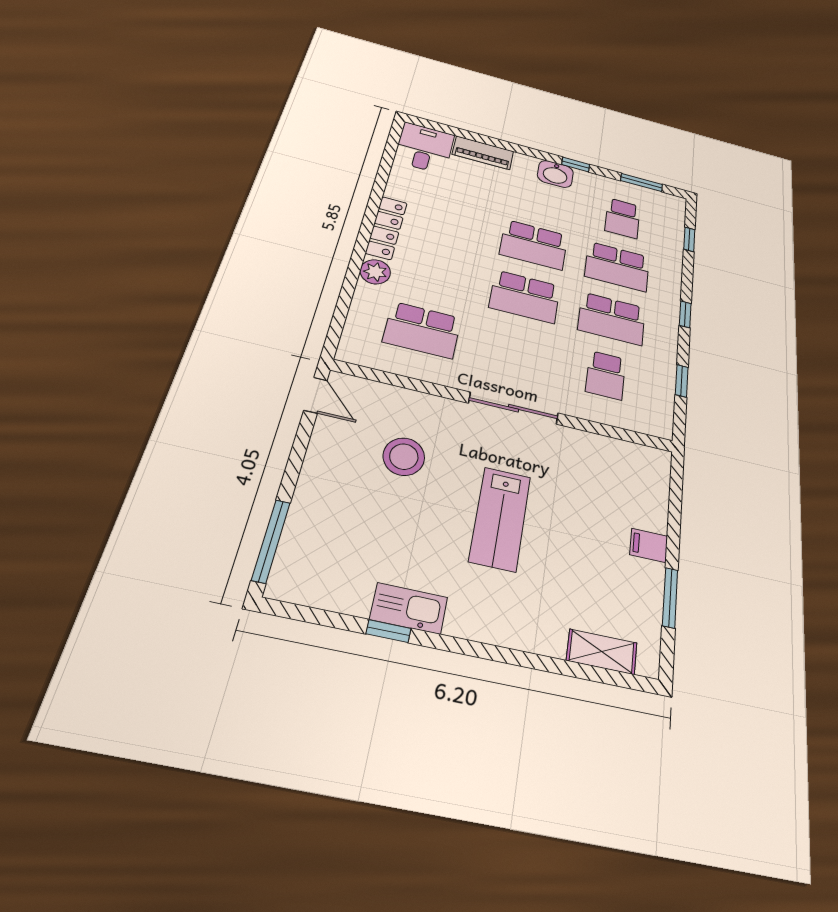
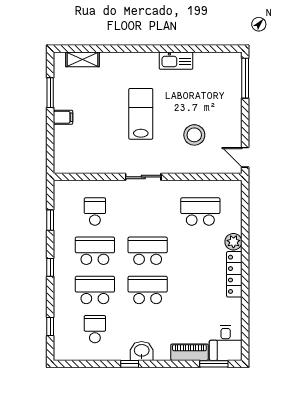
window: (642, 183) -> (214, 364), moved
sliding door: (514, 408) -> (143, 177), width x0.73
window: (389, 631) -> (183, 49), removed

